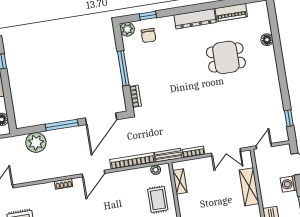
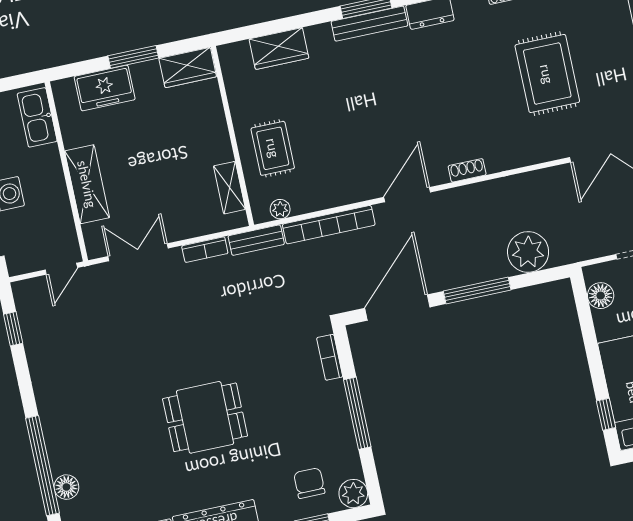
window: (278, 51) -> (43, 466), added
dining table: (226, 57) -> (205, 417), moved

